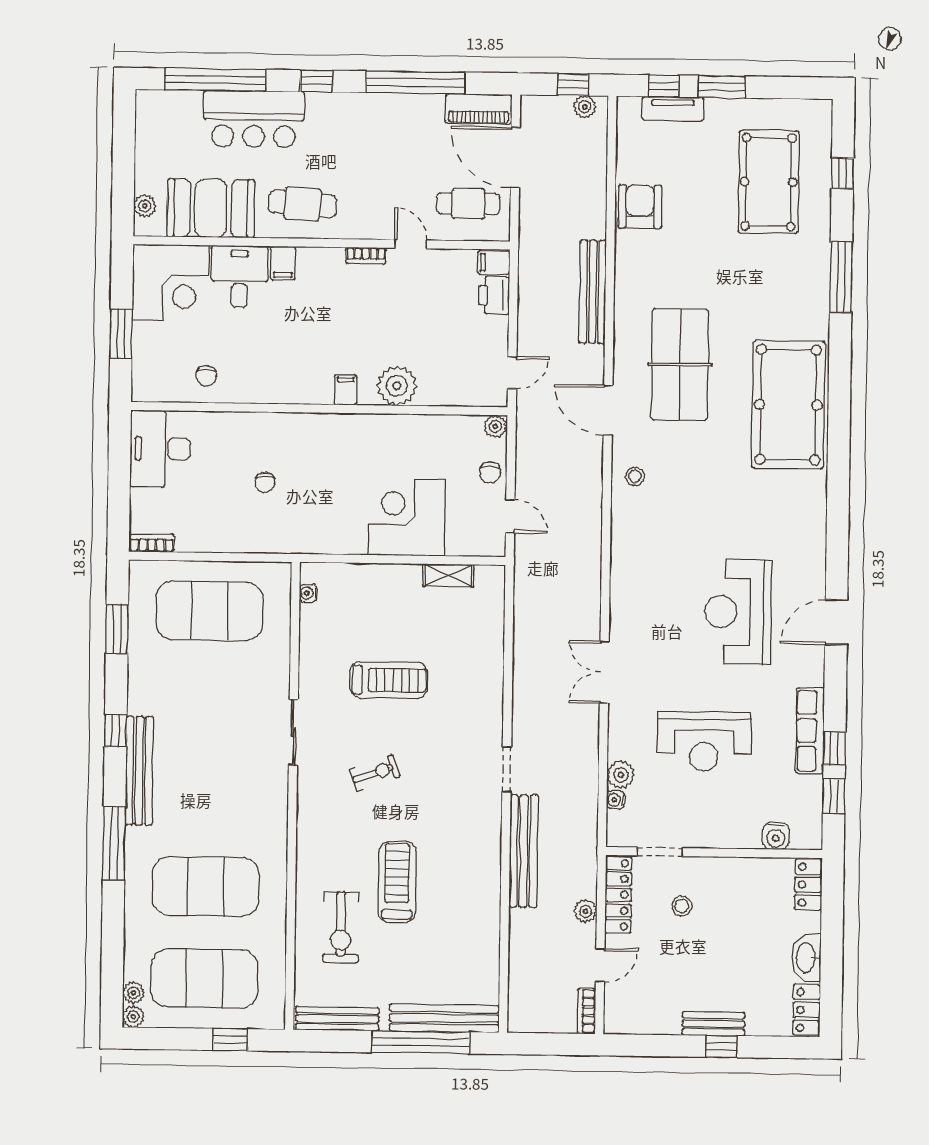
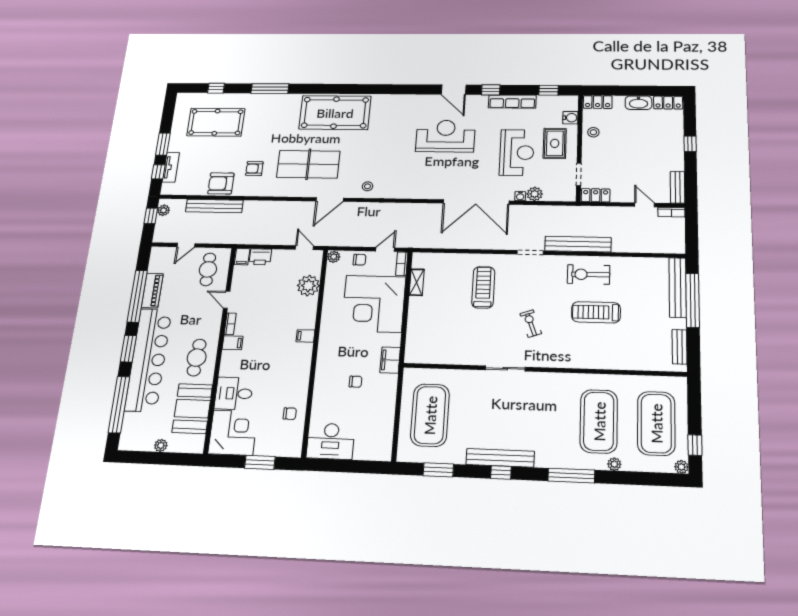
window: (316, 81) -> (128, 349), width x1.50
piano: (479, 109) -> (152, 291), moved
bar counter: (254, 119) -> (148, 360), width x1.86
door: (515, 158) -> (186, 245), width x0.53
plant: (145, 206) -> (161, 445), moved
door: (411, 244) -> (227, 300), hinge flipped
filing cabinet: (283, 263) -> (233, 343), moved
armchair: (671, 265) -> (254, 169), added
bench: (593, 292) -> (214, 206), moved
plant: (397, 386) -> (308, 286), moved
corner desk: (407, 517) -> (374, 304), width x1.36, depth x1.36
filing cabinet: (305, 539) -> (390, 360), added
bookcase: (152, 543) -> (402, 264), moved
water cooler: (308, 593) -> (422, 359), removed
reception desk: (738, 612) -> (445, 136), turned 180
double door: (604, 672) -> (476, 202), width x1.87
treadmill: (389, 680) -> (483, 287), moved
window: (834, 748) -> (491, 90), moved
bench: (139, 771) -> (500, 458), moved
water cooler: (616, 800) -> (520, 196), moved
rug: (723, 809) -> (555, 143), added
locker: (618, 895) -> (596, 195), width x0.66
stool: (682, 906) -> (593, 132), moved
plant: (585, 911) -> (613, 212), removed
exercise bike: (341, 927) -> (589, 274), moved, turned 180
plant: (133, 993) -> (614, 464), moved
bench: (337, 1019) -> (680, 347), width x0.73
bench: (713, 1024) -> (678, 187), moved
window: (230, 1040) -> (695, 445), moved

